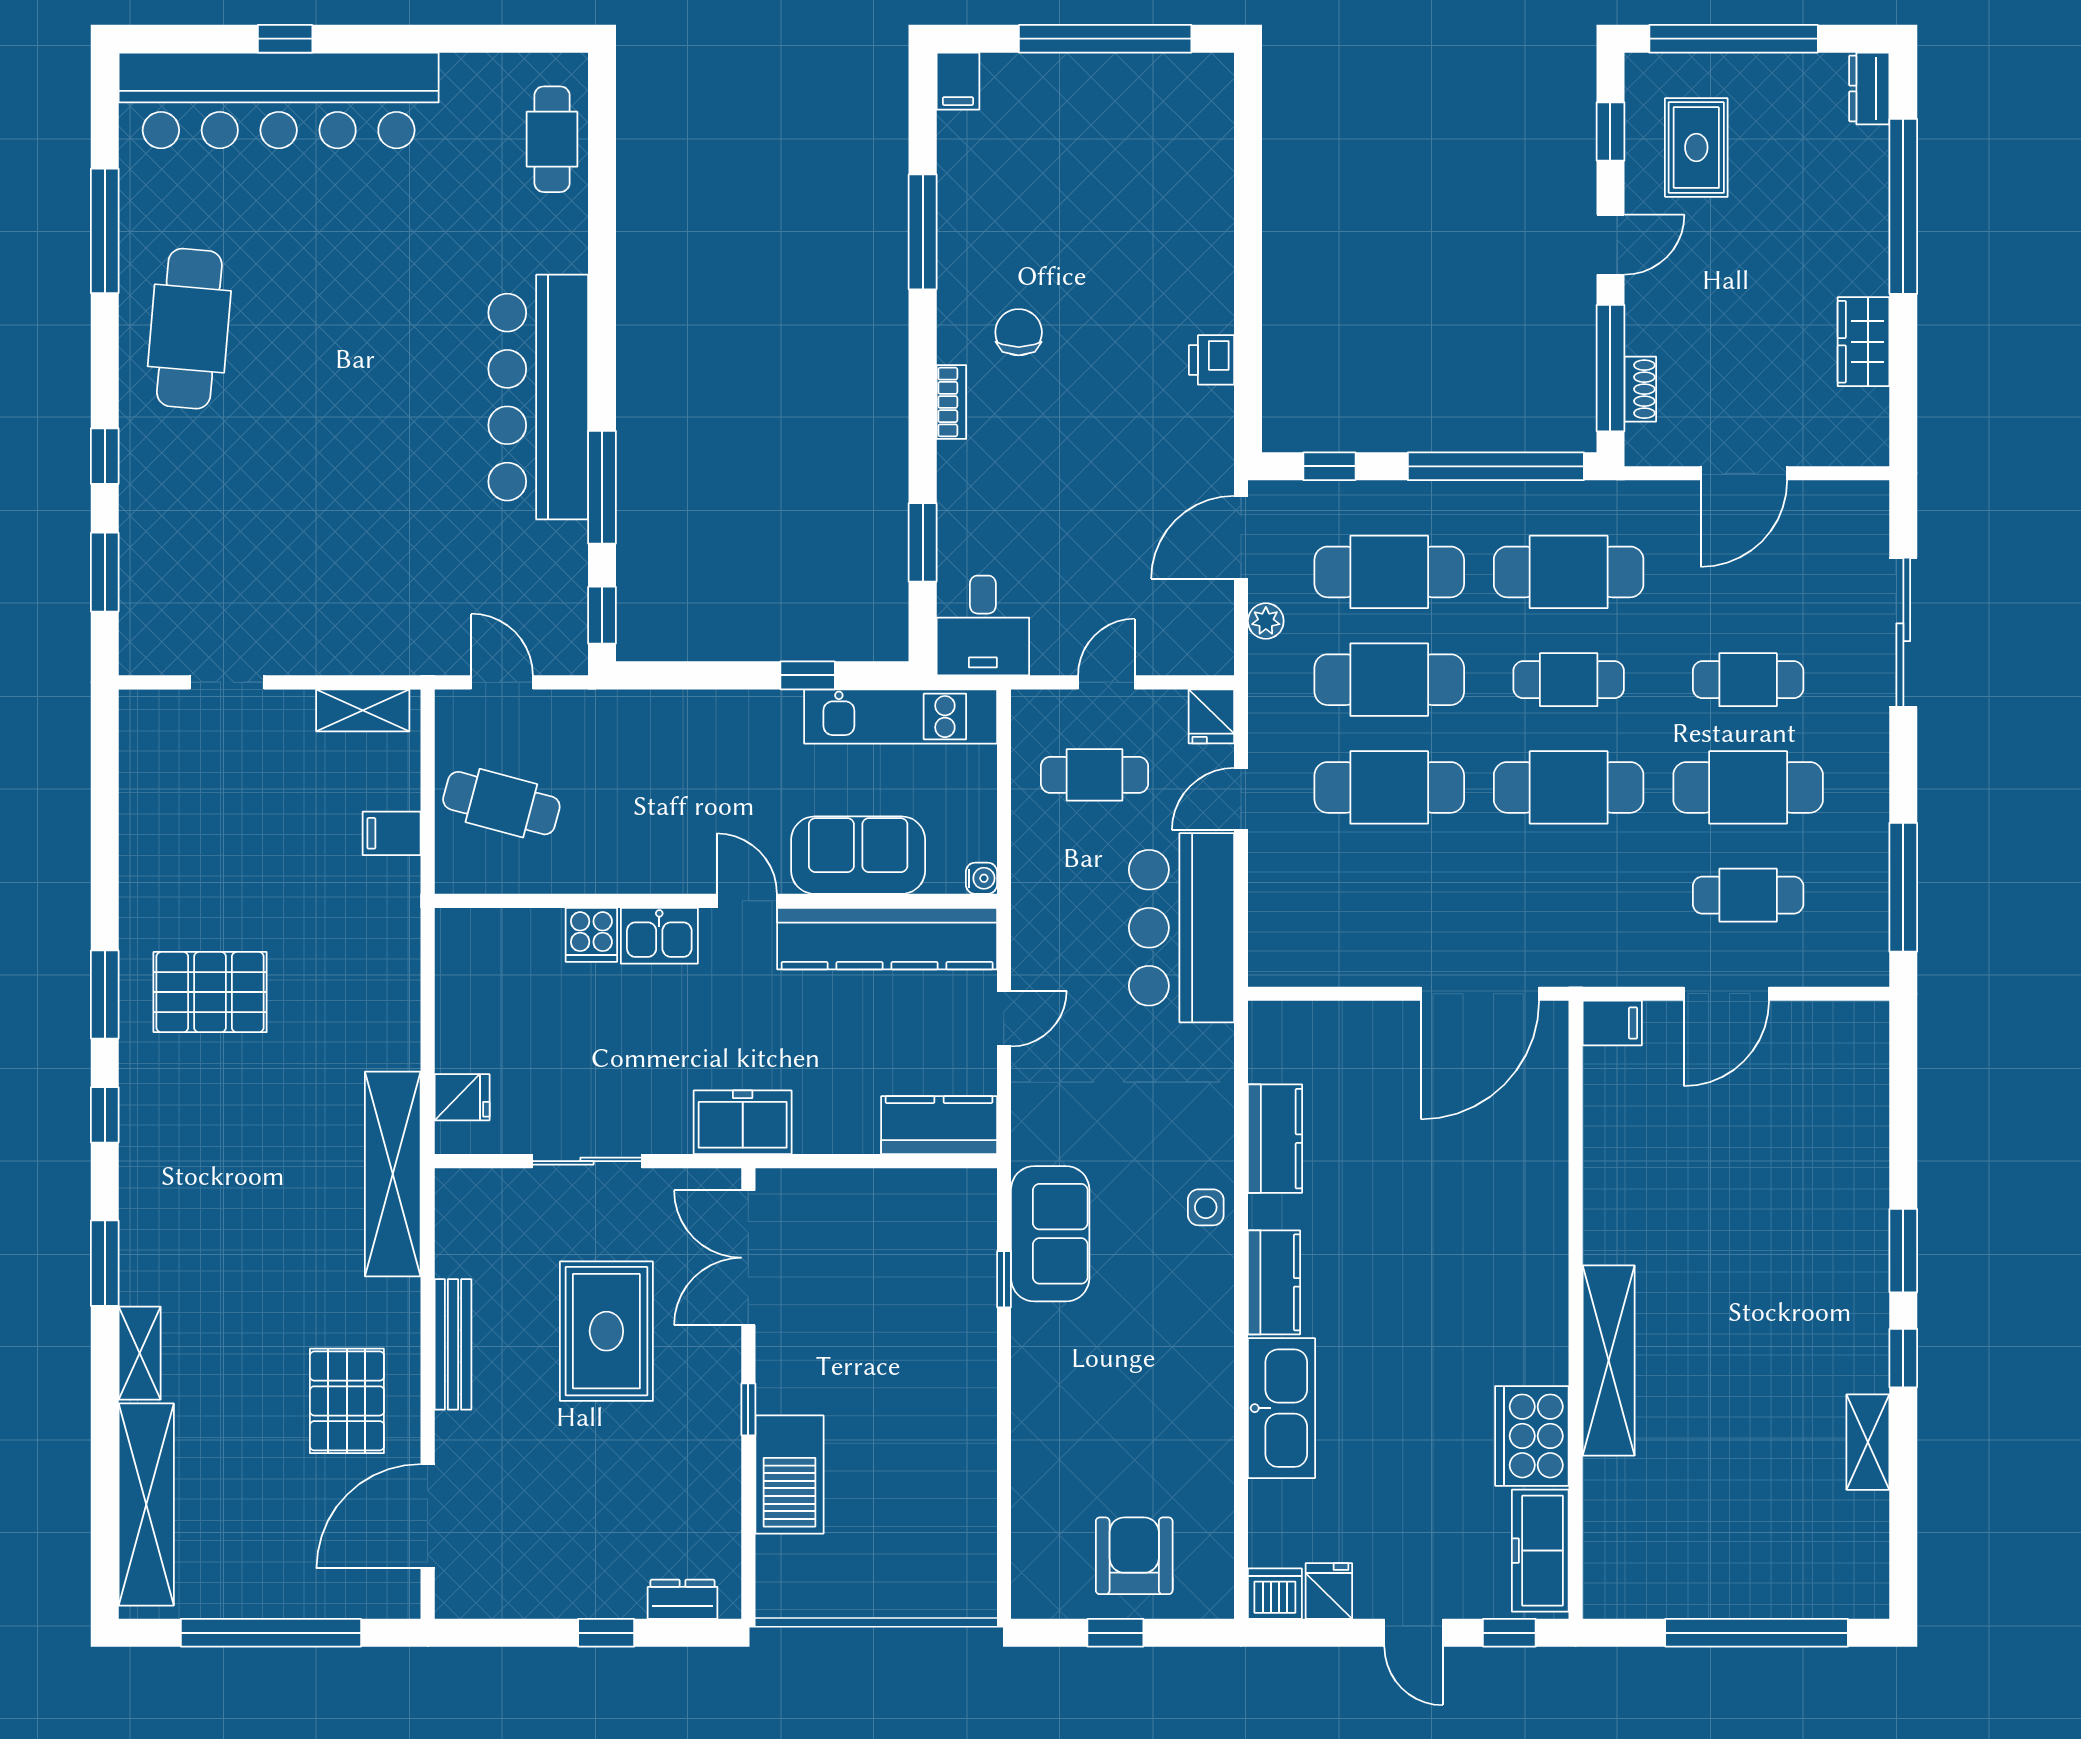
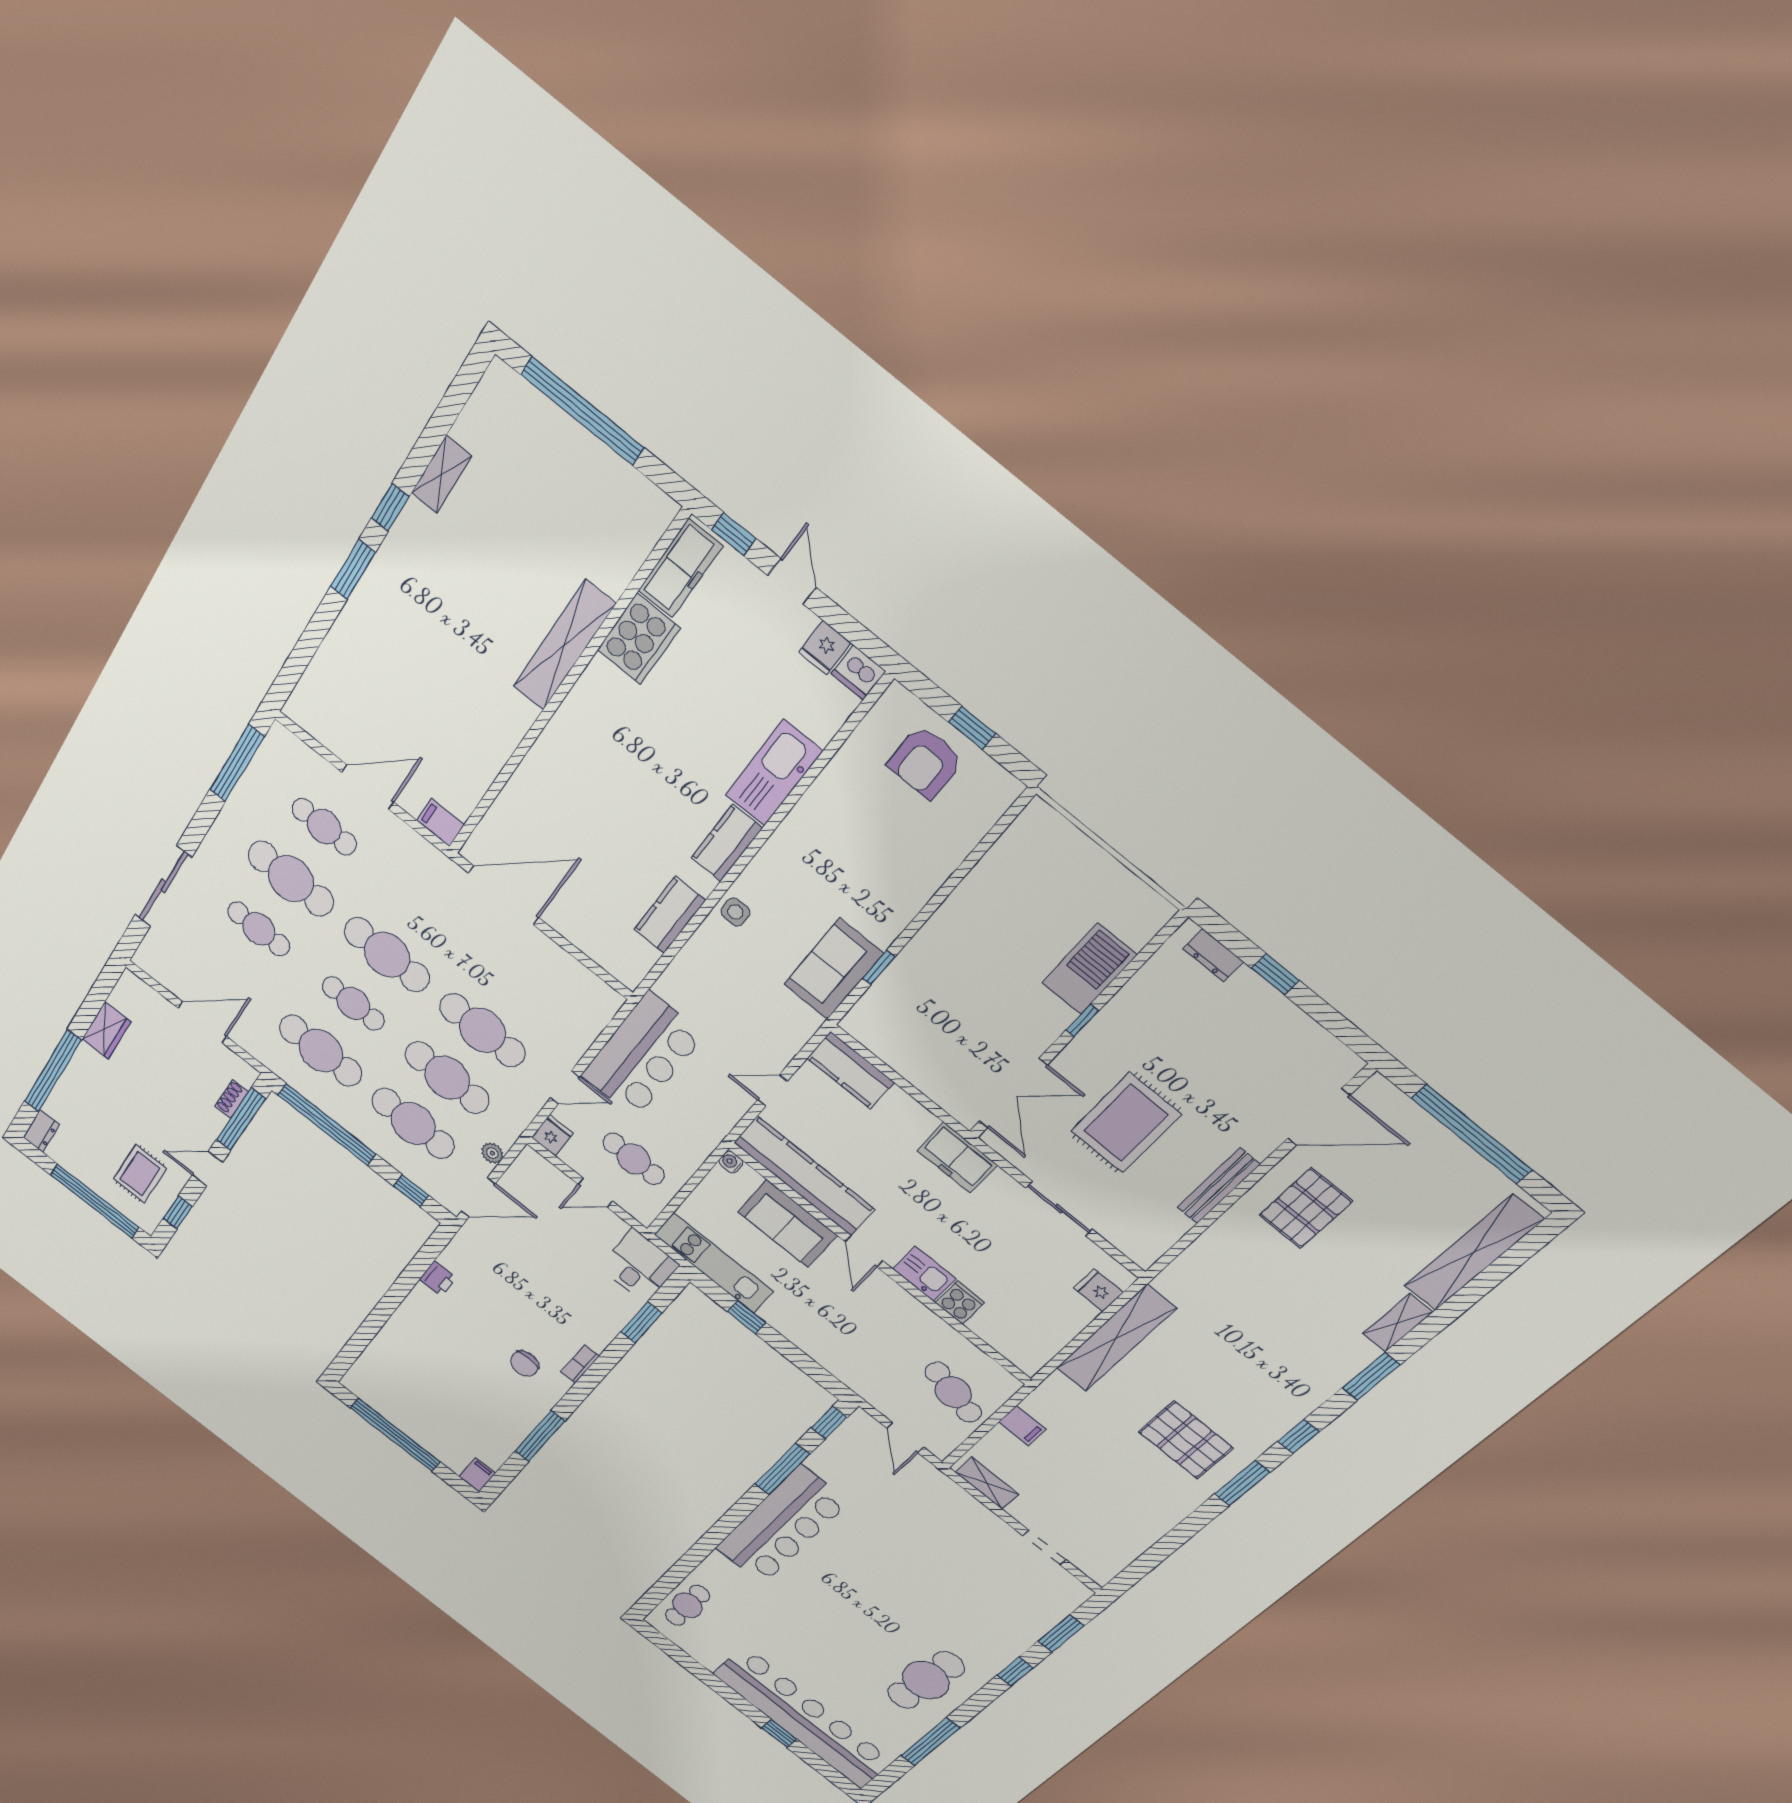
shelving: (393, 1174) -> (1116, 1338), moved

